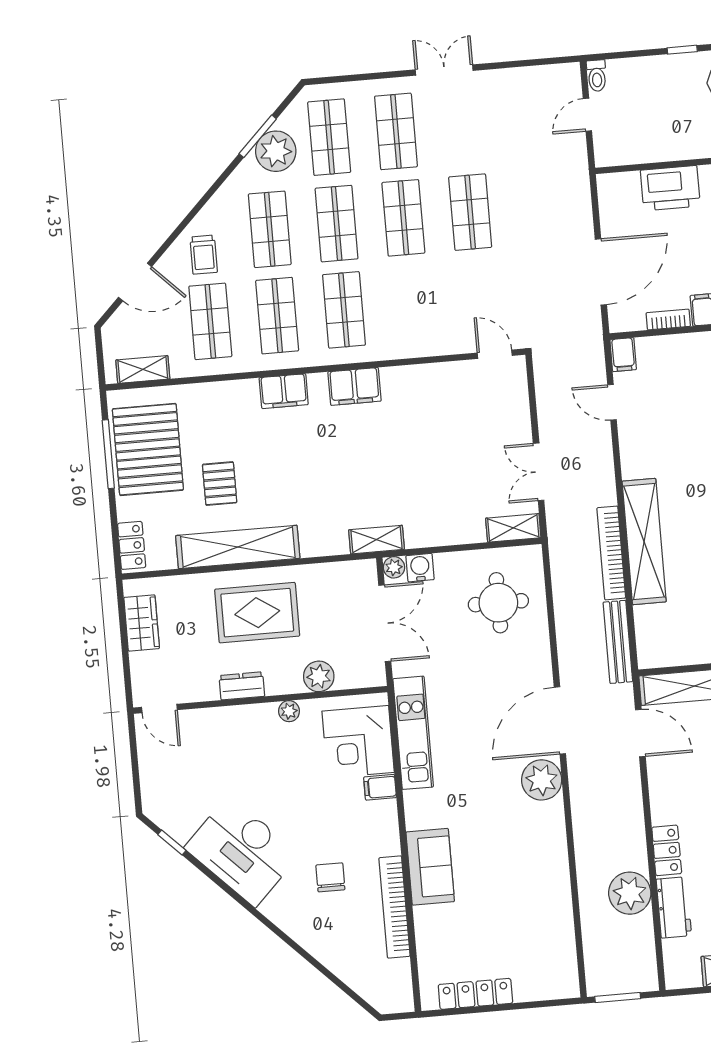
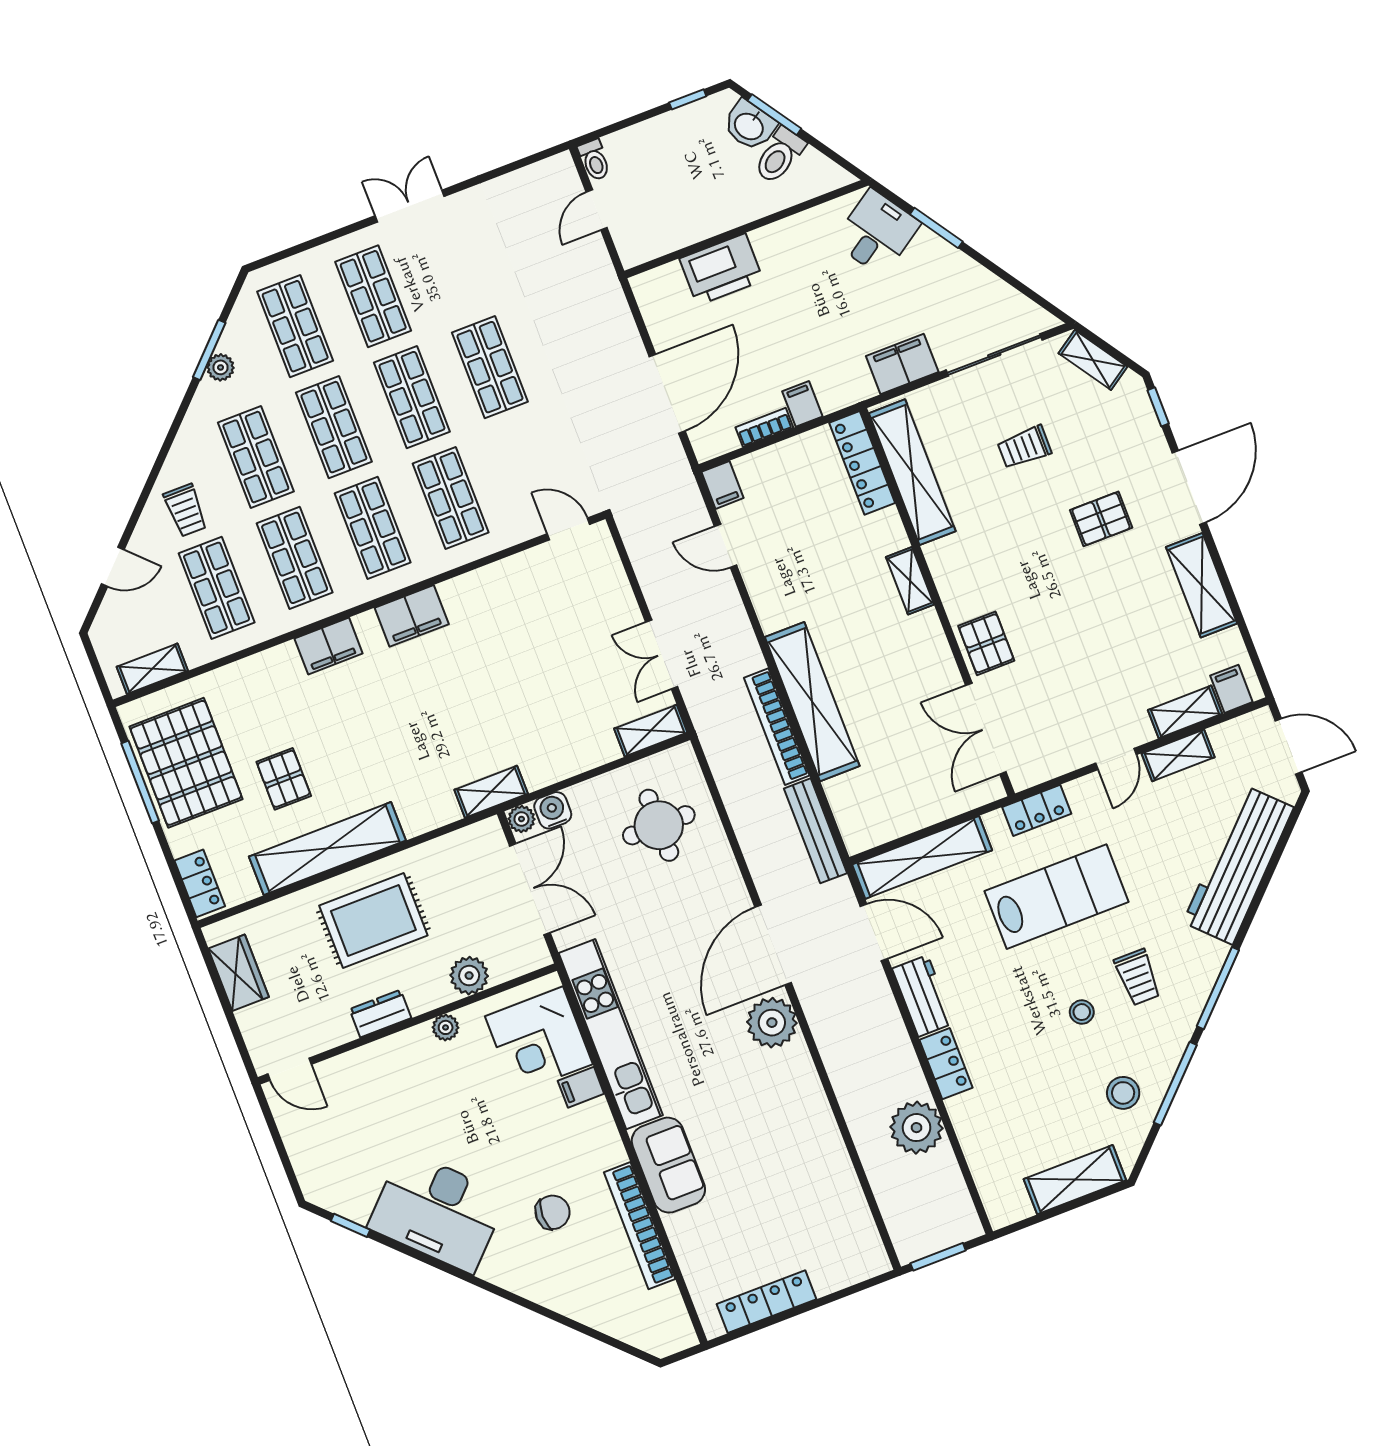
plant: (276, 151) -> (221, 367), width x0.53, depth x0.53
door: (135, 282) -> (113, 567), width x0.73
shop shelf: (411, 304) -> (451, 498), added
kitchen unit: (413, 733) -> (611, 1034), width x1.36
chair: (330, 877) -> (553, 1212), turned 90
workbench: (674, 907) -> (923, 996), moved

